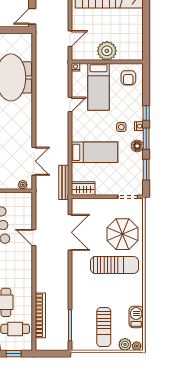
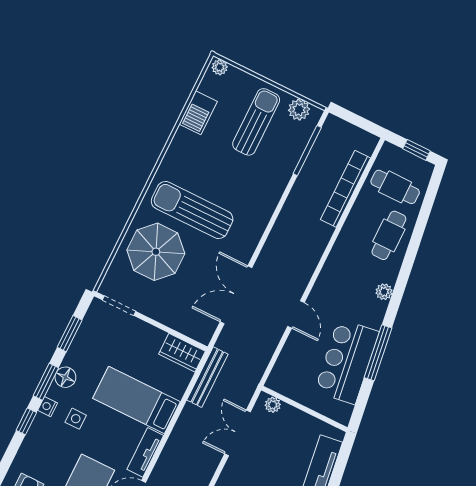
tv unit: (77, 127) -> (145, 452), added
plant: (125, 344) -> (299, 110), moved

